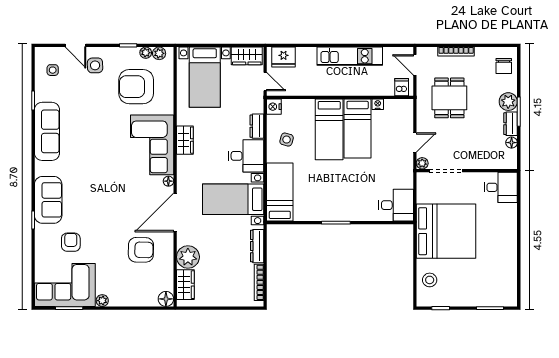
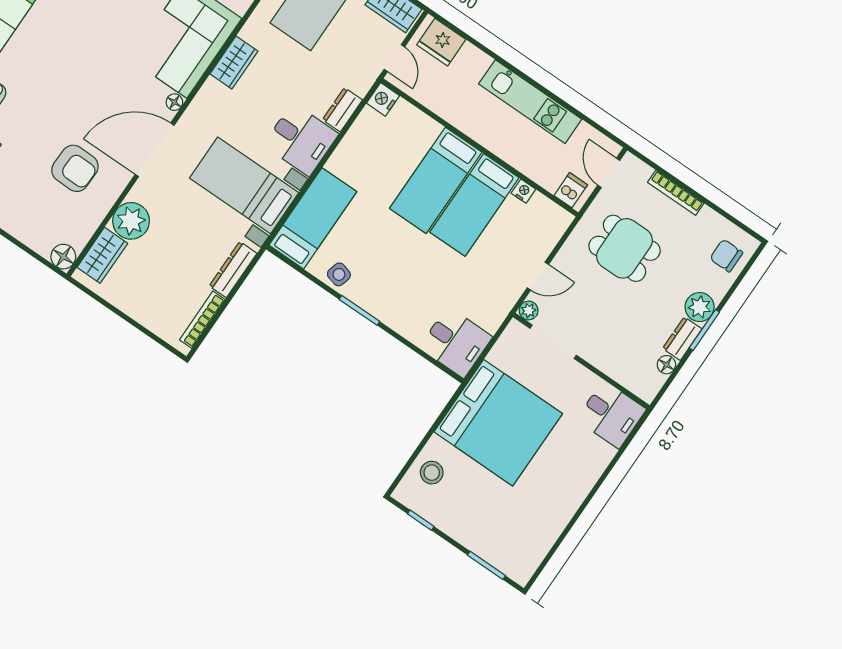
chair: (504, 66) -> (726, 256), turned 90
dining table: (449, 98) -> (625, 248), turned 90
side table: (287, 140) -> (339, 274), moved

